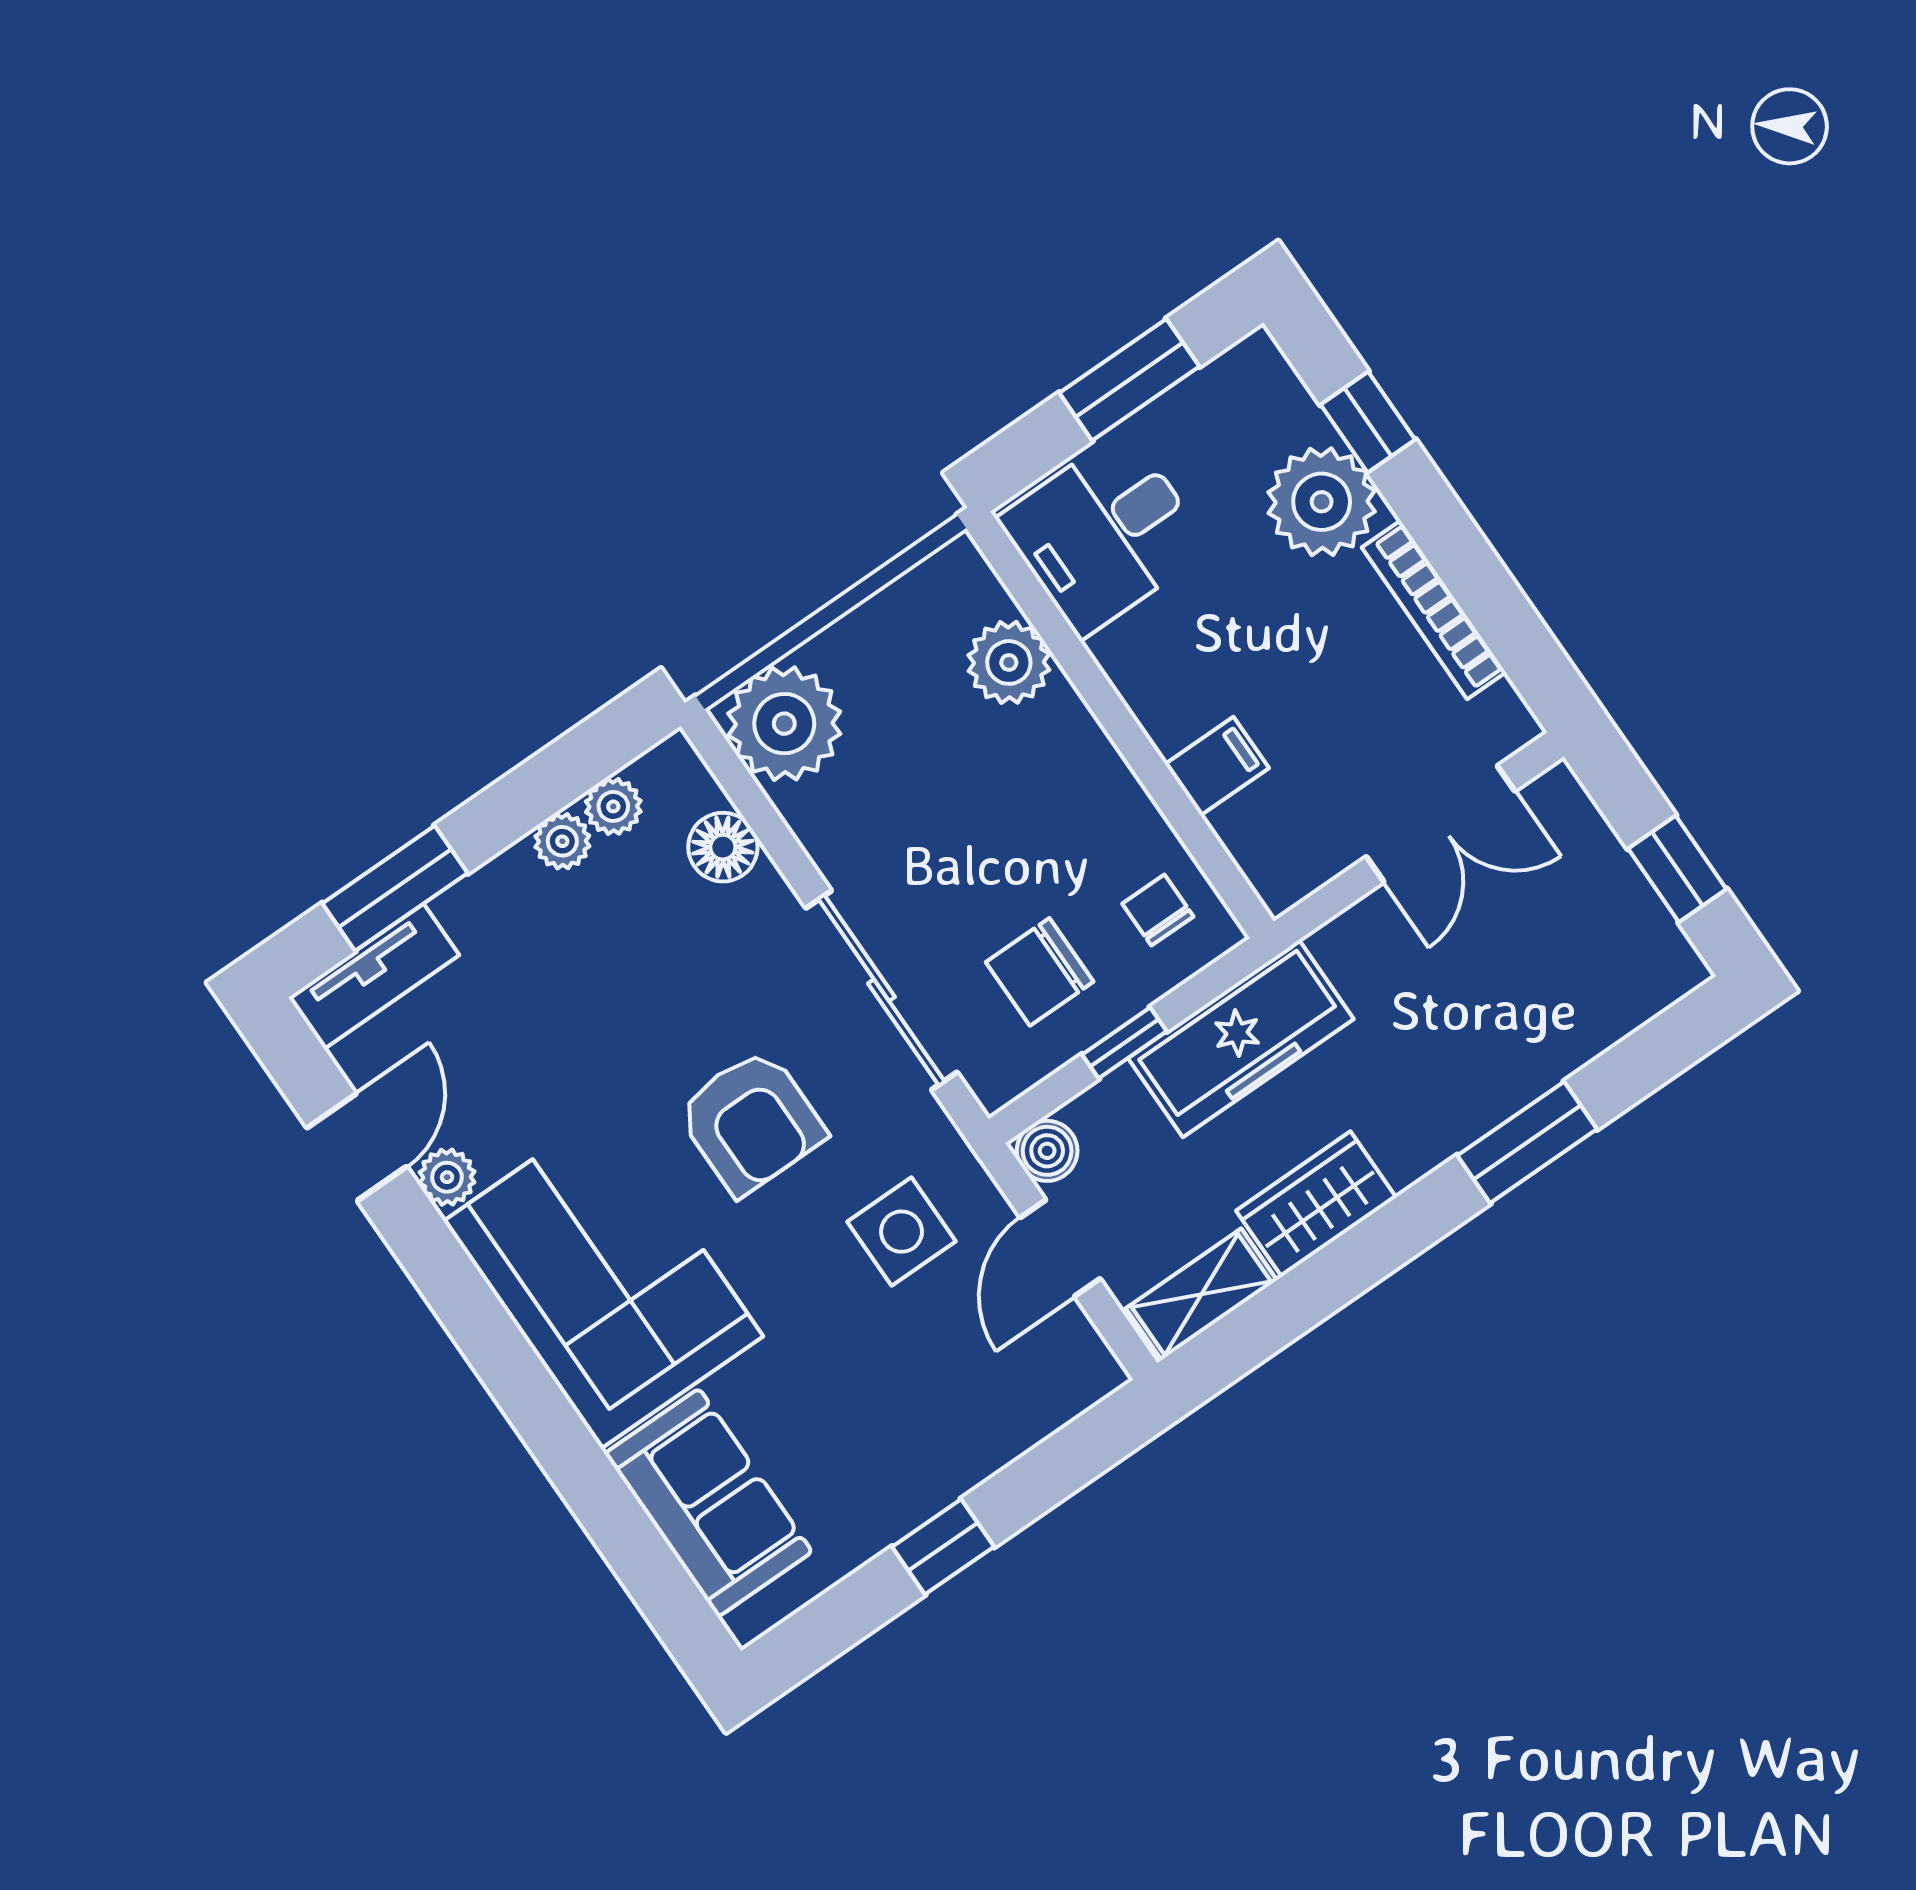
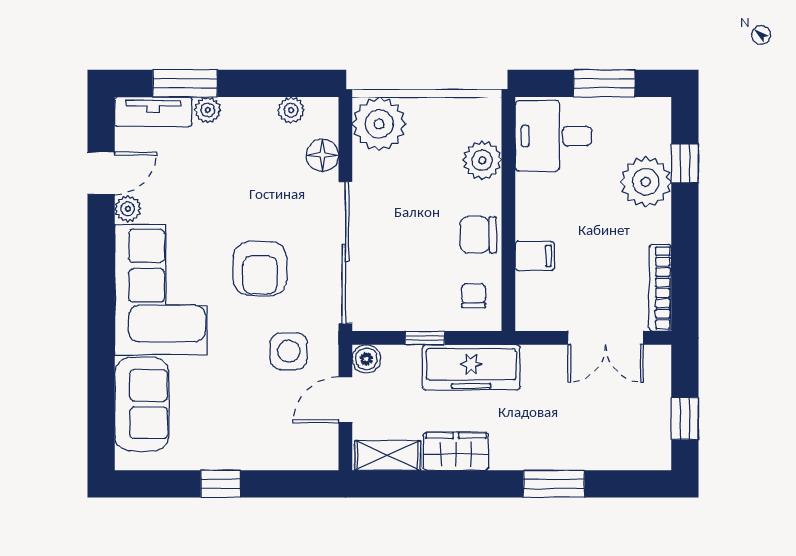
bookcase: (1434, 610) -> (660, 288), moved
plant: (562, 841) -> (208, 110), moved
chair: (1040, 972) -> (478, 235), moved
sliding door: (881, 990) -> (345, 253), width x1.36

